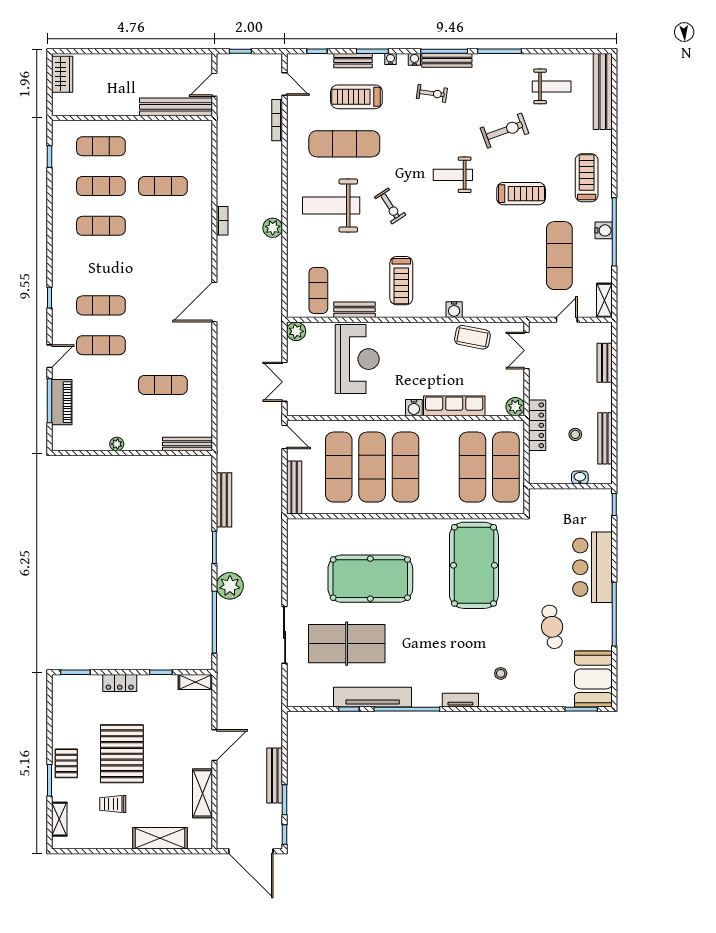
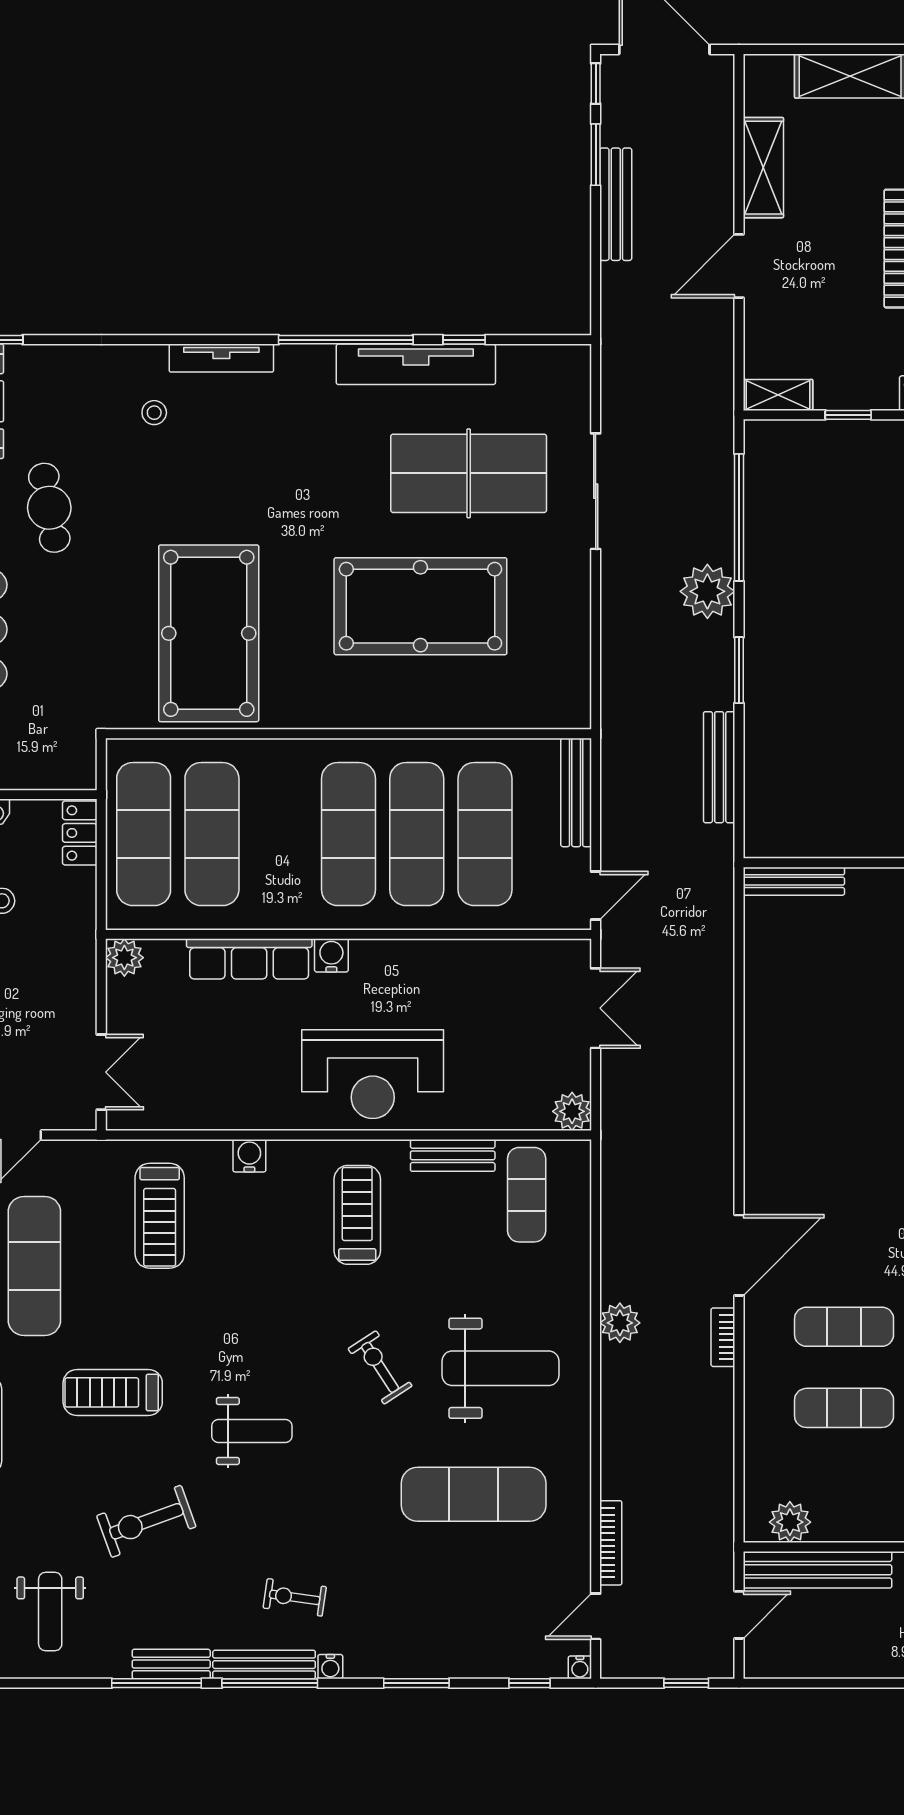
water cooler: (390, 59) -> (580, 1667), moved
bench: (353, 61) -> (171, 1664), moved
door: (285, 84) -> (596, 1616), hinge flipped
weight bench: (552, 86) -> (50, 1612), turned -90
treadmill: (356, 97) -> (160, 1216), moved, turned 90
plant: (189, 130) -> (790, 1522), added
door: (214, 302) -> (739, 1255), moved
coffee table: (472, 337) -> (212, 1099), removed
reception desk: (357, 359) -> (373, 1074), moved, turned -90
exercise mat: (163, 385) -> (844, 1327), moved
locker: (537, 425) -> (80, 833), moved, width x0.66
door: (285, 437) -> (596, 896), swing flipped
tv unit: (460, 700) -> (221, 358), width x1.41

